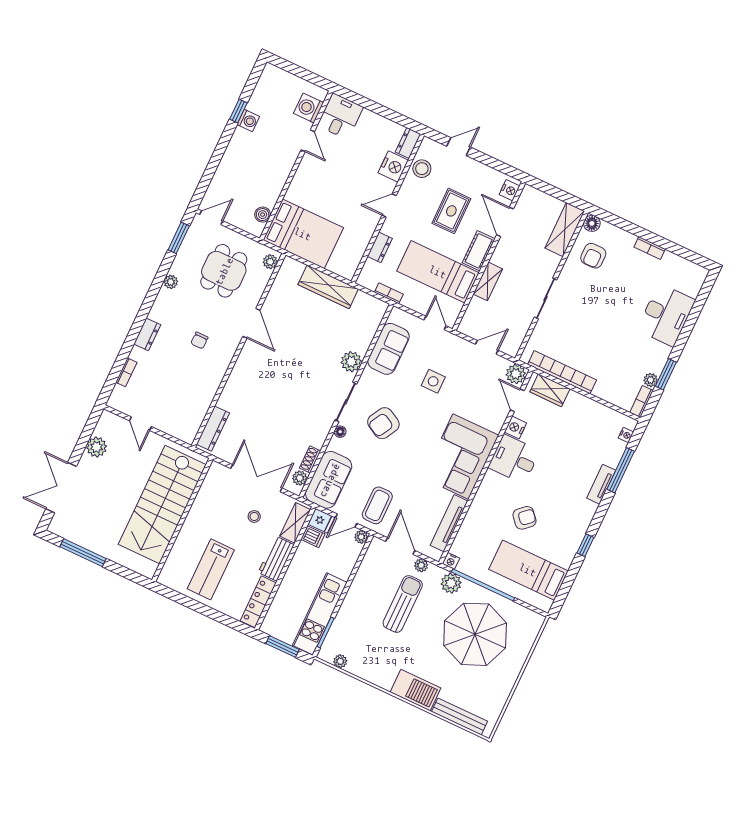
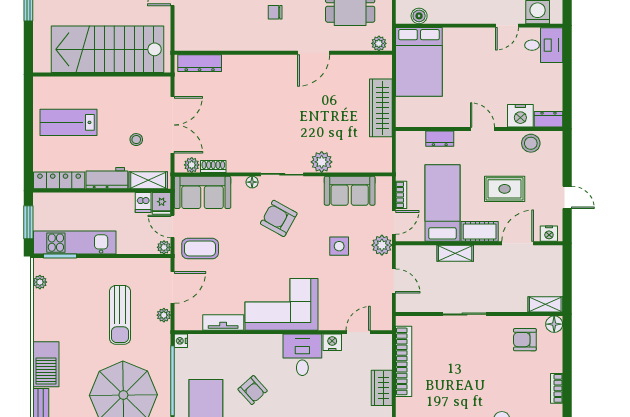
door: (458, 147) -> (567, 197), moved
shelving: (565, 230) -> (545, 304), width x0.67, depth x0.75
bookcase: (389, 293) -> (401, 195), moved
plant: (516, 374) -> (382, 245), moved
wardrobe: (550, 390) -> (382, 388), moved
tv unit: (449, 523) -> (223, 323), width x0.71
plant: (451, 583) -> (160, 351), removed
sun lounger: (403, 604) -> (120, 315), turned 90

